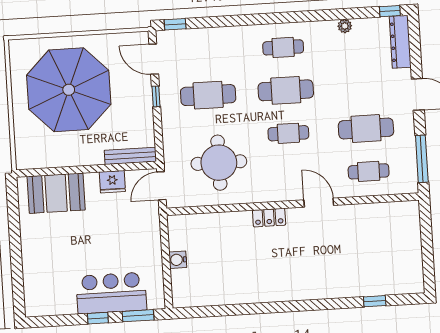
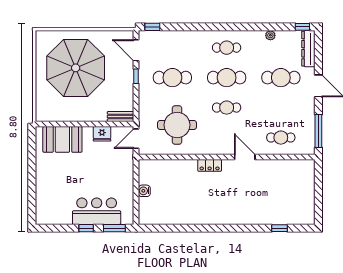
cafe table: (366, 129) -> (281, 78), moved
bench: (130, 156) -> (121, 117), width x0.73

